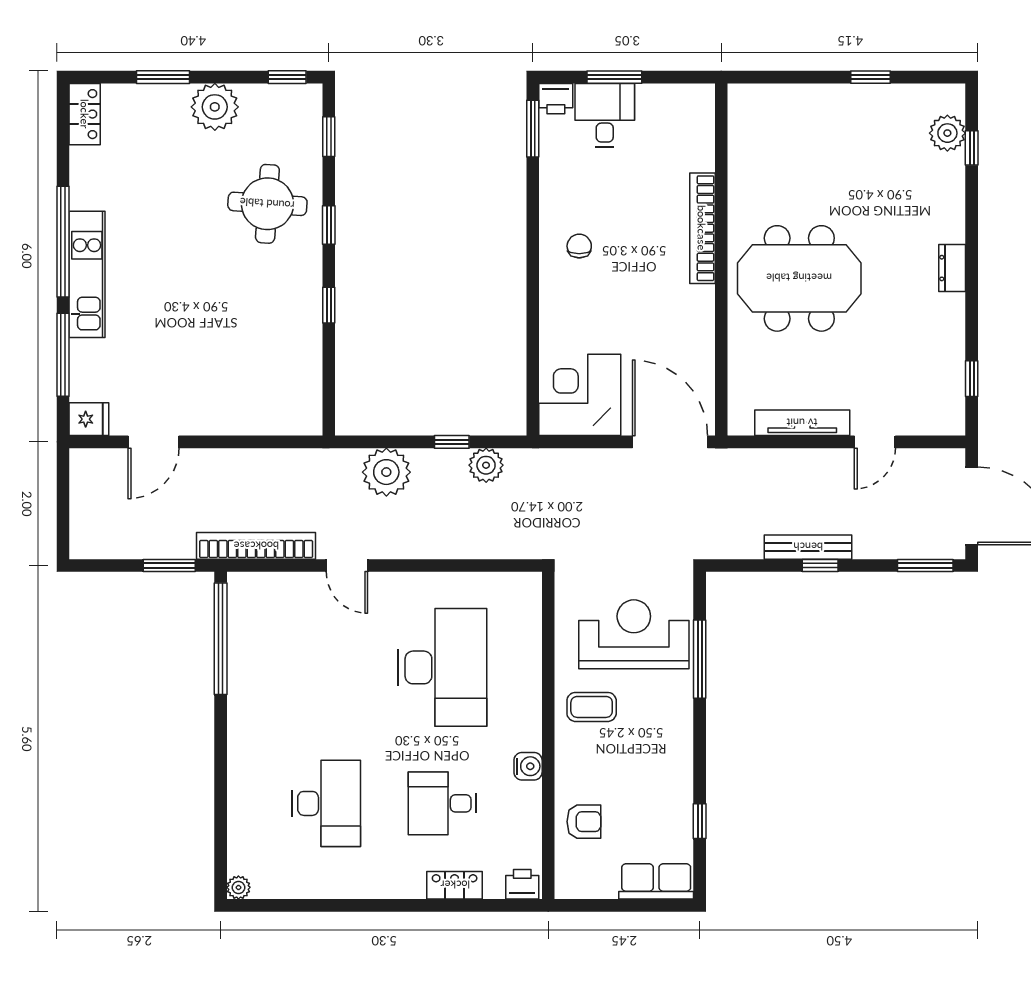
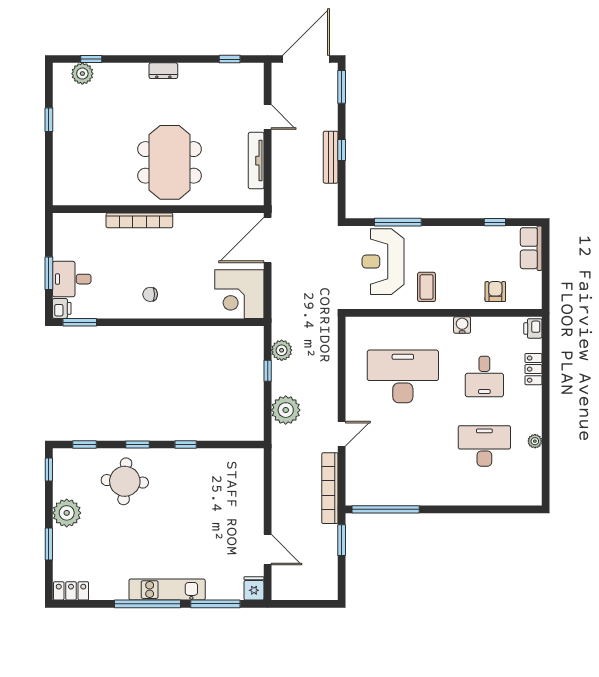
plant: (238, 887) -> (535, 441), moved

